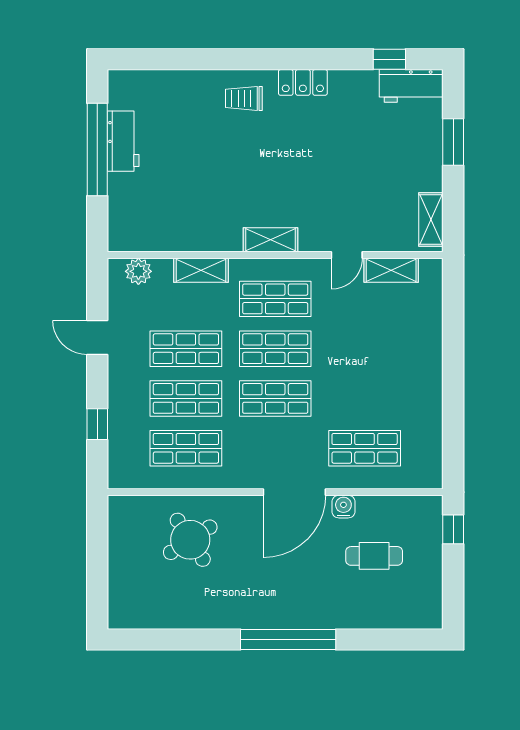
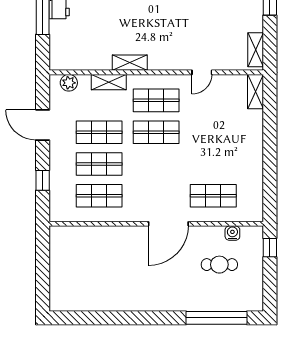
shelving: (270, 240) -> (130, 63), moved
shelving: (391, 270) -> (256, 92), moved, turned 90
door: (97, 337) -> (43, 125), width x1.38
shop shelf: (275, 398) -> (156, 164), removed
water cooler: (343, 507) -> (232, 233), moved
round table: (190, 540) -> (102, 254), removed
window: (288, 639) -> (217, 318), moved

